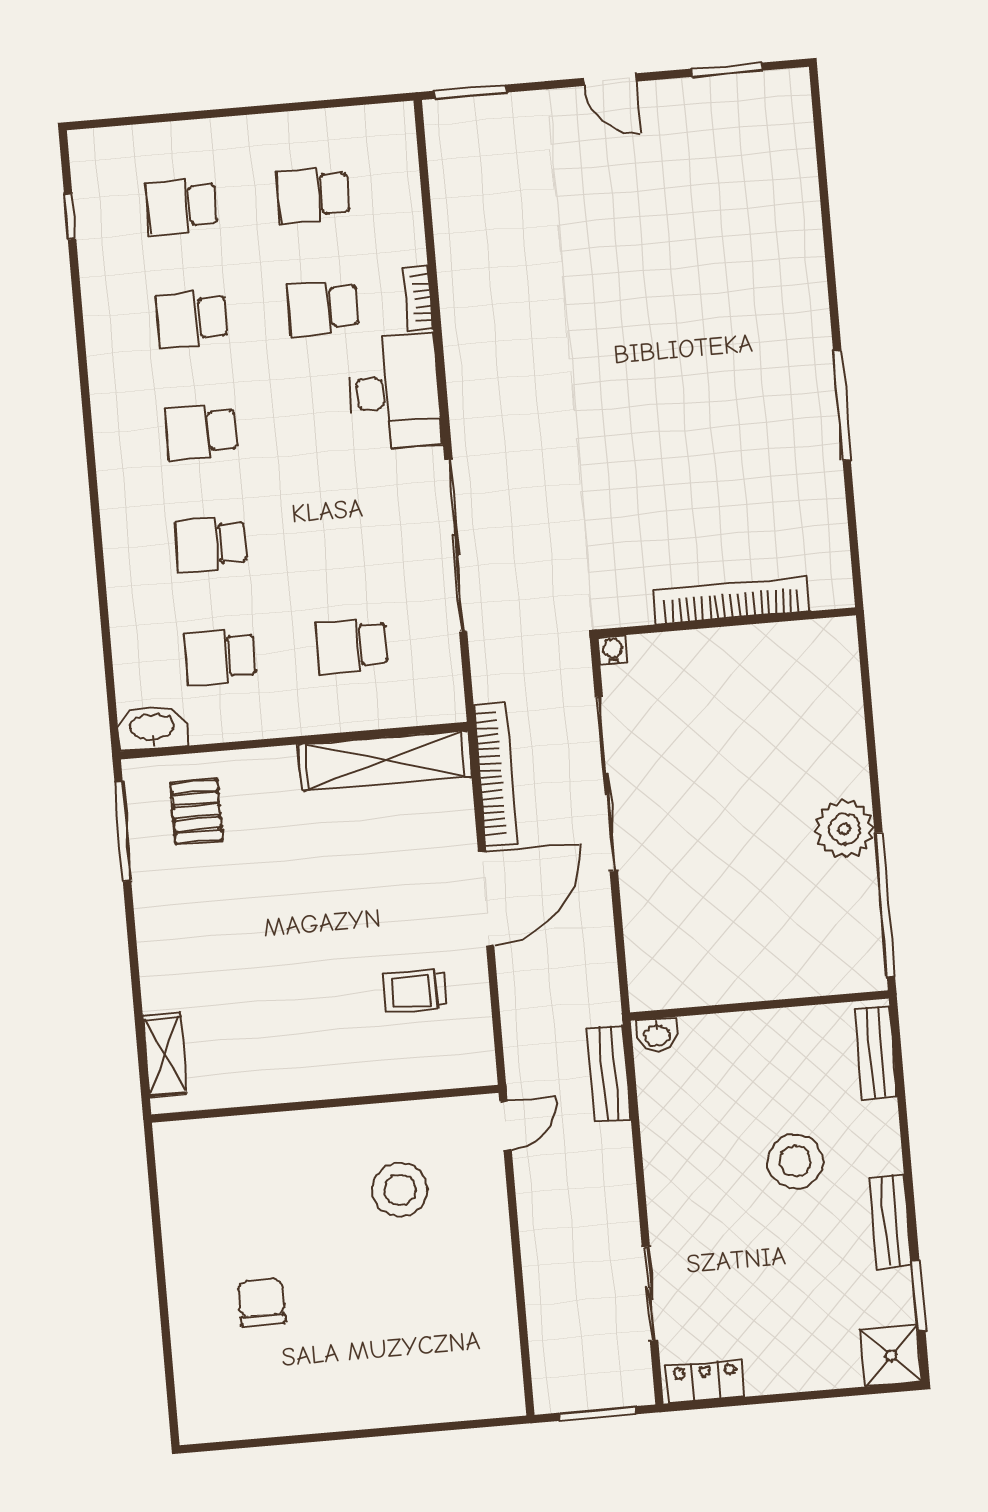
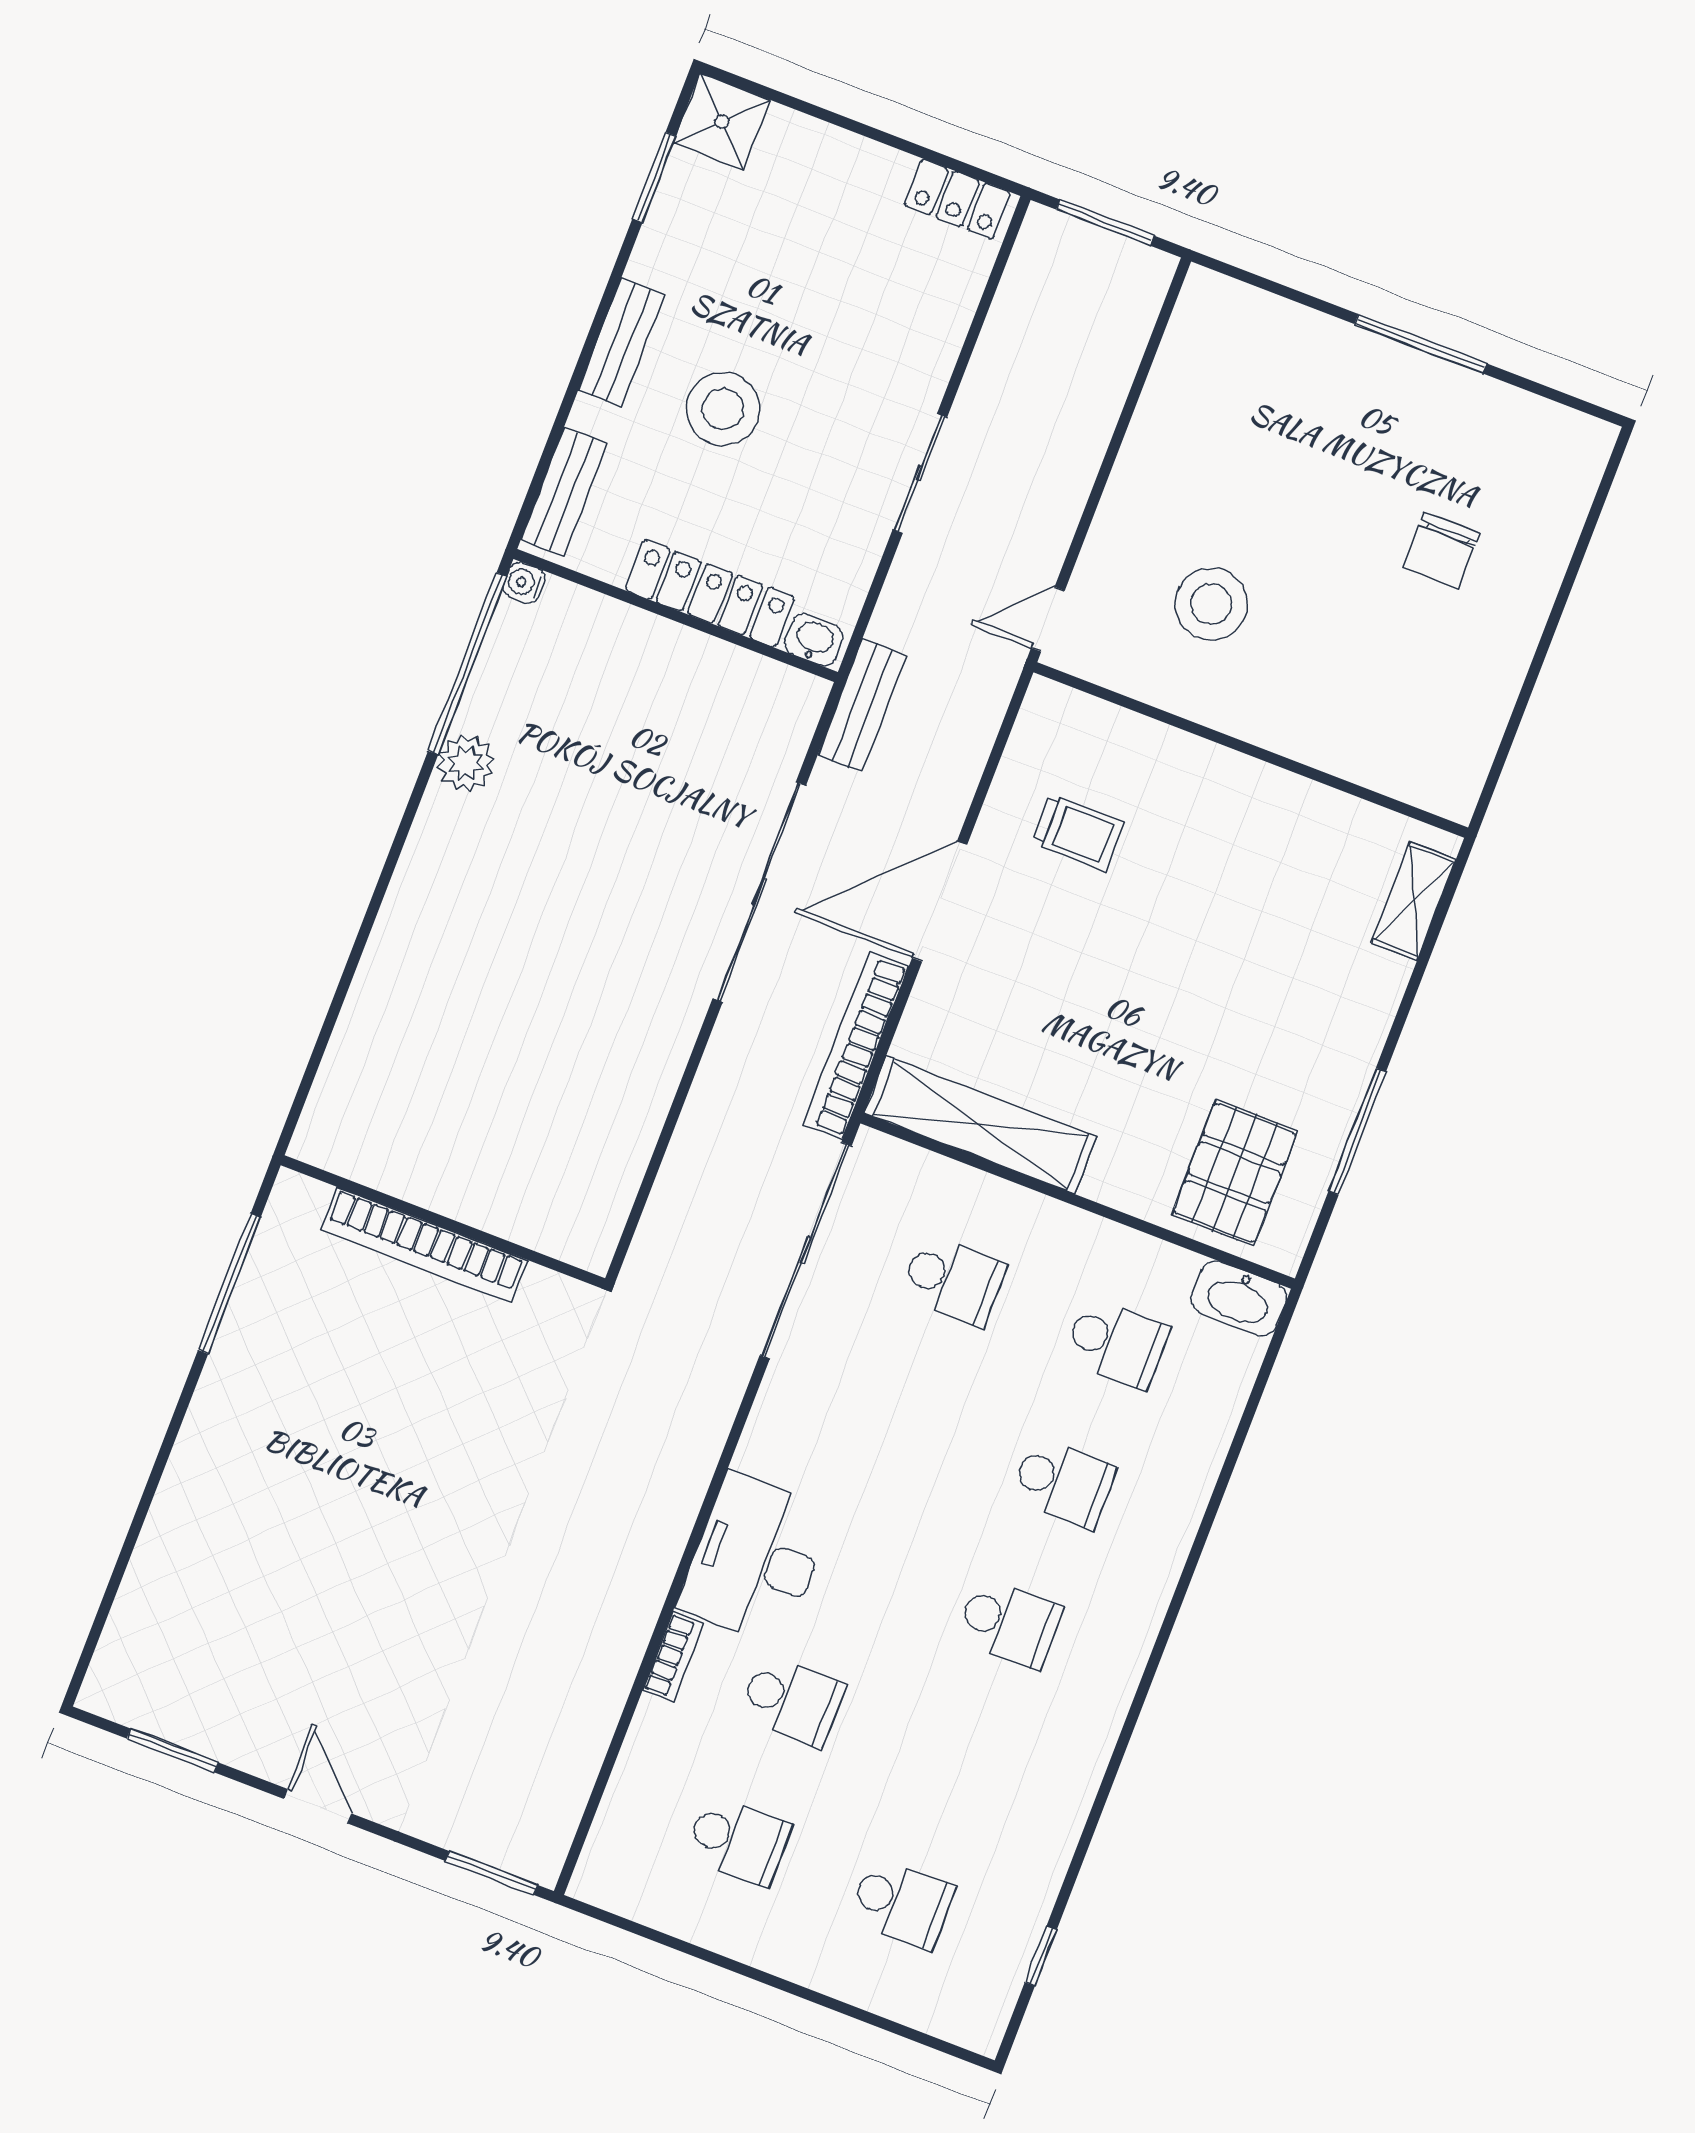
school desk: (191, 319) -> (955, 1763), removed
sliding door: (456, 546) -> (806, 1251), moved
bookcase: (731, 600) -> (424, 1245), moved
wall: (727, 622) -> (443, 1222), moved
water cooler: (613, 650) -> (524, 583), moved, turned 90
sliding door: (606, 784) -> (759, 892), moved
pallet: (196, 812) -> (1235, 1173), width x1.50, depth x1.42
plant: (845, 829) -> (466, 763), width x0.73, depth x0.73
window: (123, 832) -> (1357, 1131), moved
locker: (744, 1032) -> (710, 593), added
bench: (609, 1074) -> (862, 705), moved
bench: (890, 1221) -> (621, 343), moved
sliding door: (650, 1294) -> (920, 473), moved
window: (343, 1435) -> (1421, 344), added

